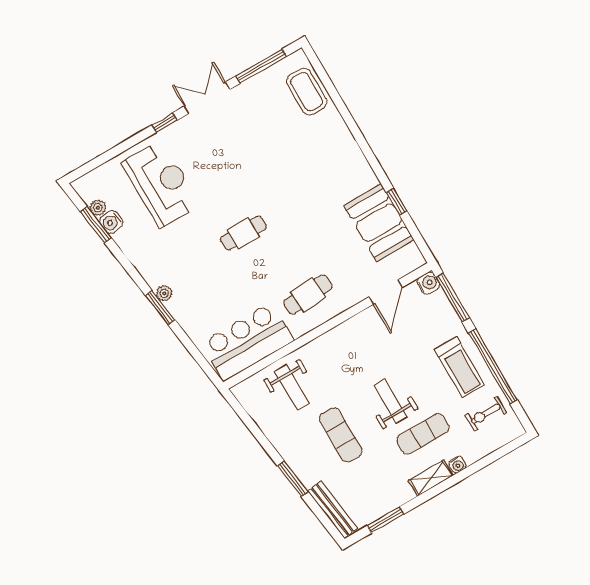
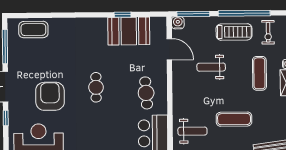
armchair: (229, 166) -> (50, 96), added
cafe table: (243, 233) -> (96, 87), moved
weight bench: (390, 401) -> (211, 67), moved

